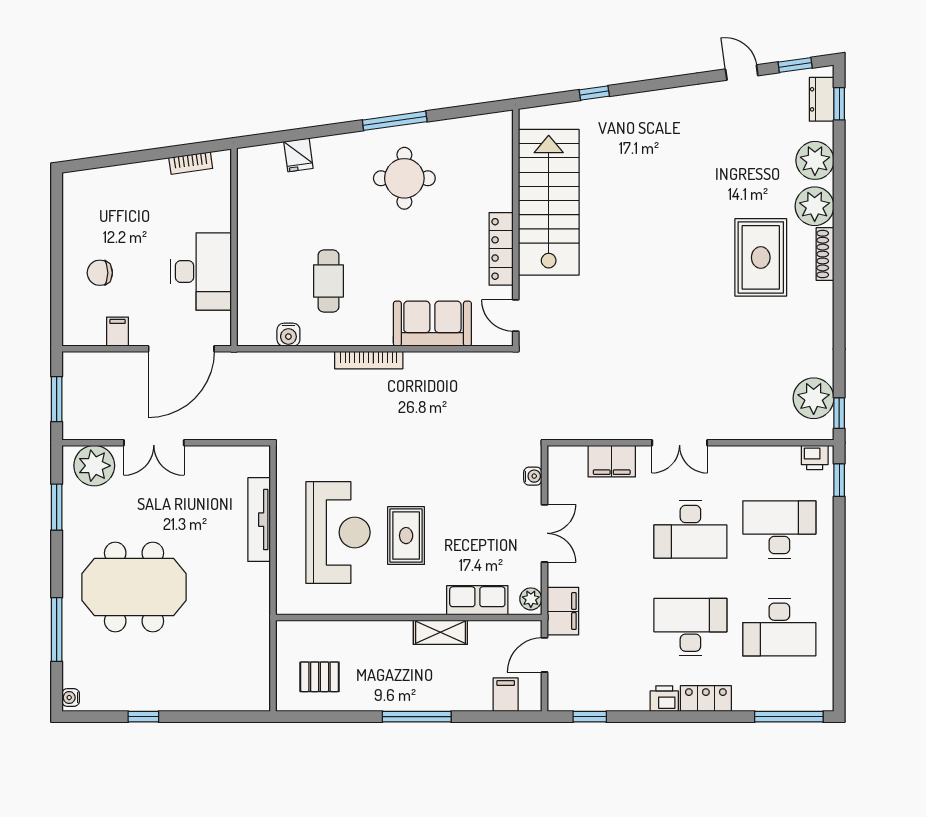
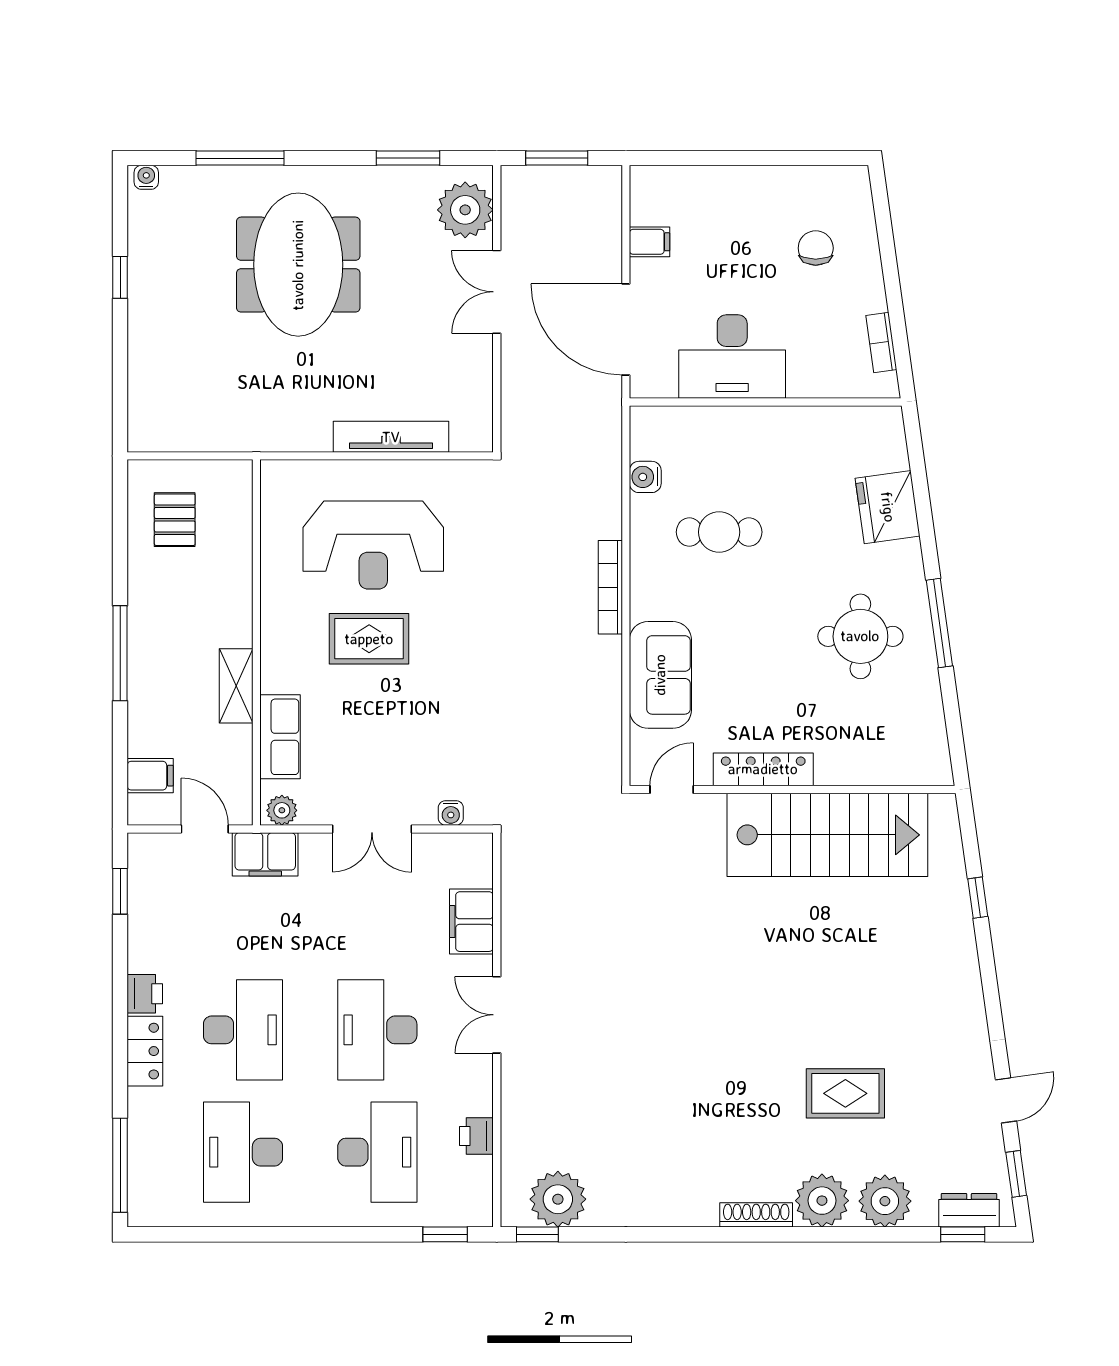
fridge: (298, 155) -> (888, 507), width x1.88, depth x1.34
rug: (761, 257) -> (845, 1093), moved, width x0.73, depth x0.70
chair: (100, 273) -> (816, 248), moved
printer: (815, 457) -> (476, 1136), moved

